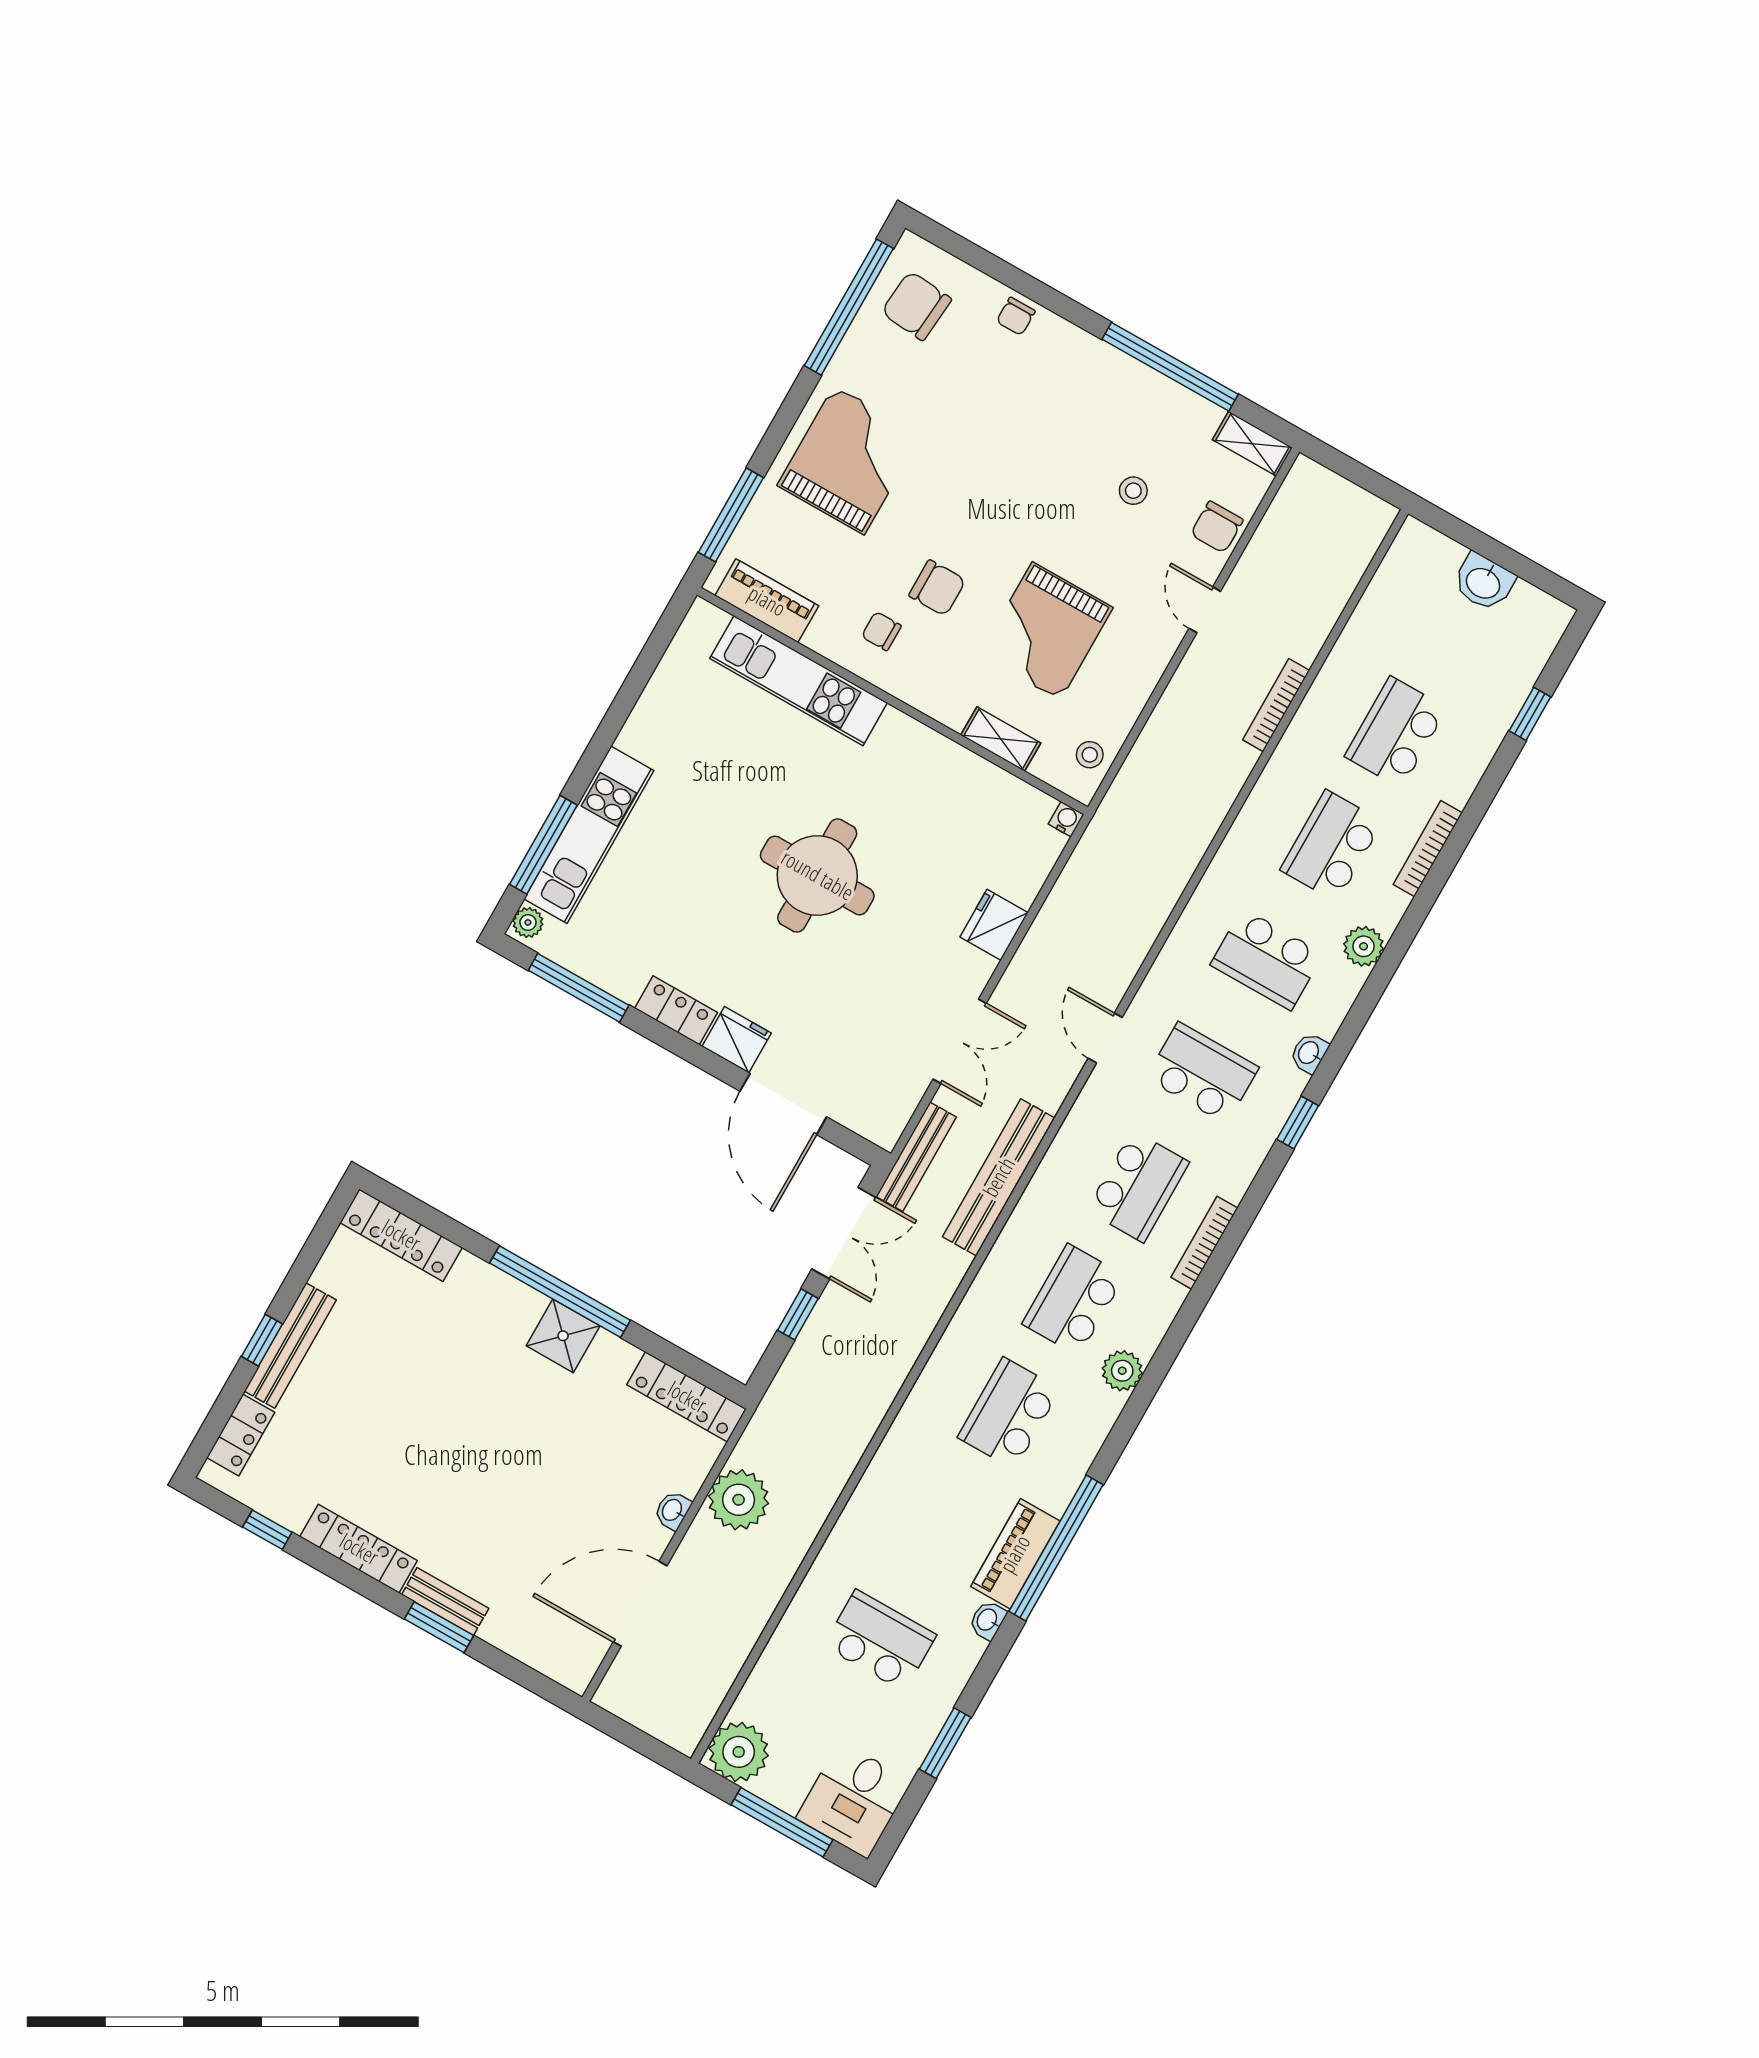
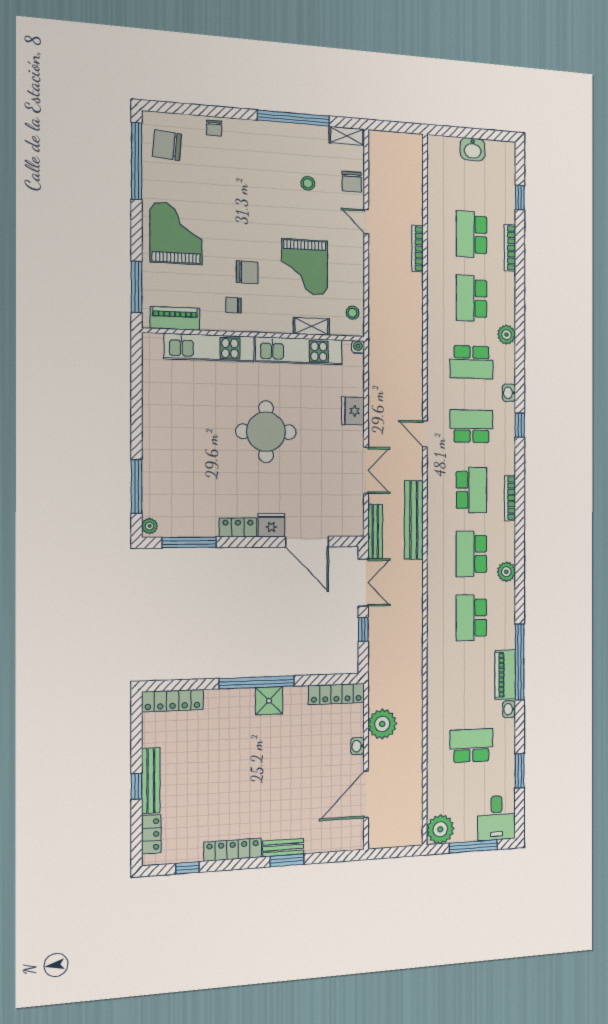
kitchen unit: (589, 835) -> (299, 351), moved, turned 90
bookcase: (1428, 849) -> (510, 248), moved

